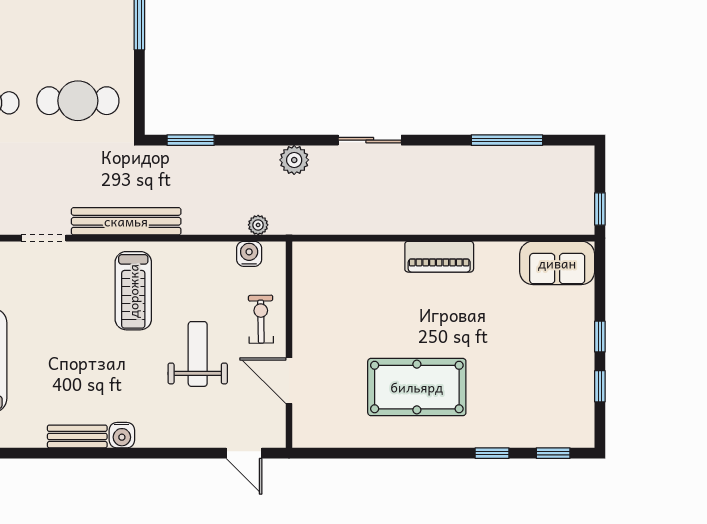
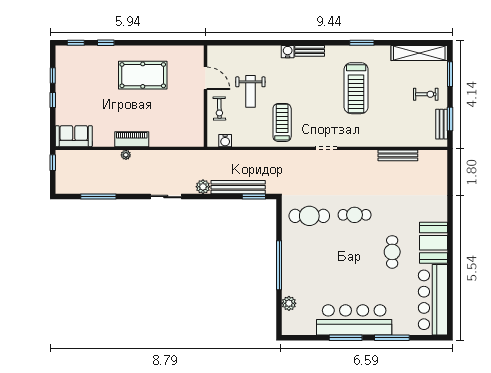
bench: (126, 221) -> (238, 187), moved
plant: (258, 225) -> (126, 155), moved
door: (244, 453) -> (228, 43), removed

